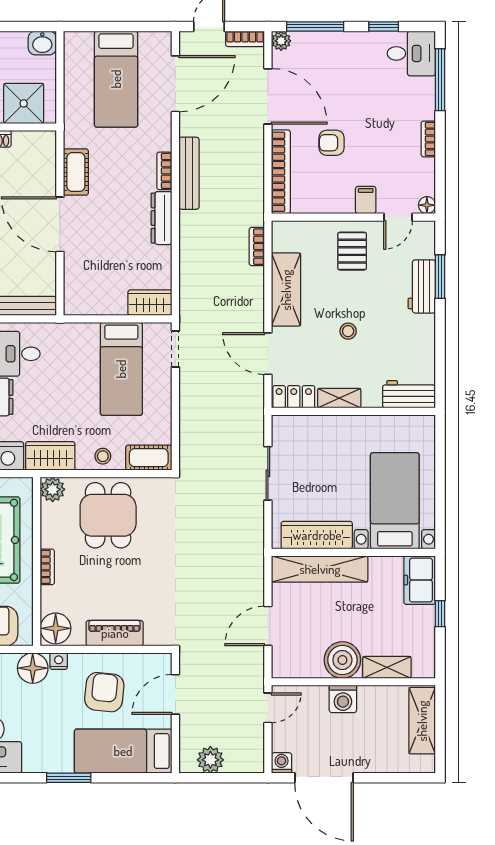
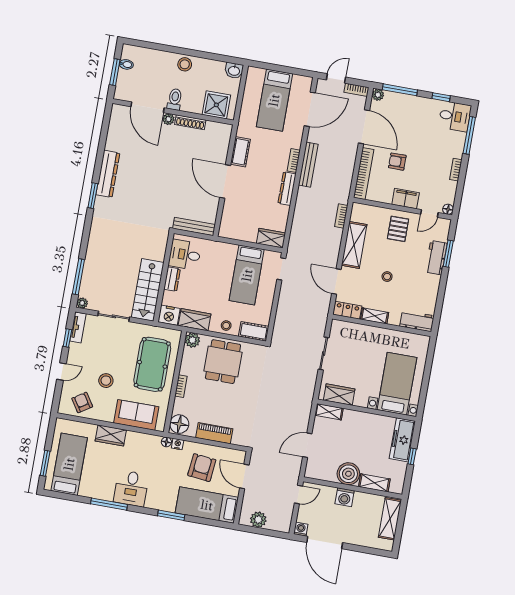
filing cabinet: (366, 200) -> (406, 199), width x2.00
wardrobe: (317, 535) -> (339, 395), width x0.67
shelving: (320, 569) -> (329, 412), width x0.45, depth x0.75
freezer: (420, 580) -> (402, 440), width x1.40
floor lamp: (33, 668) -> (166, 442), width x0.53, depth x0.53
door: (175, 694) -> (244, 477), hinge flipped

